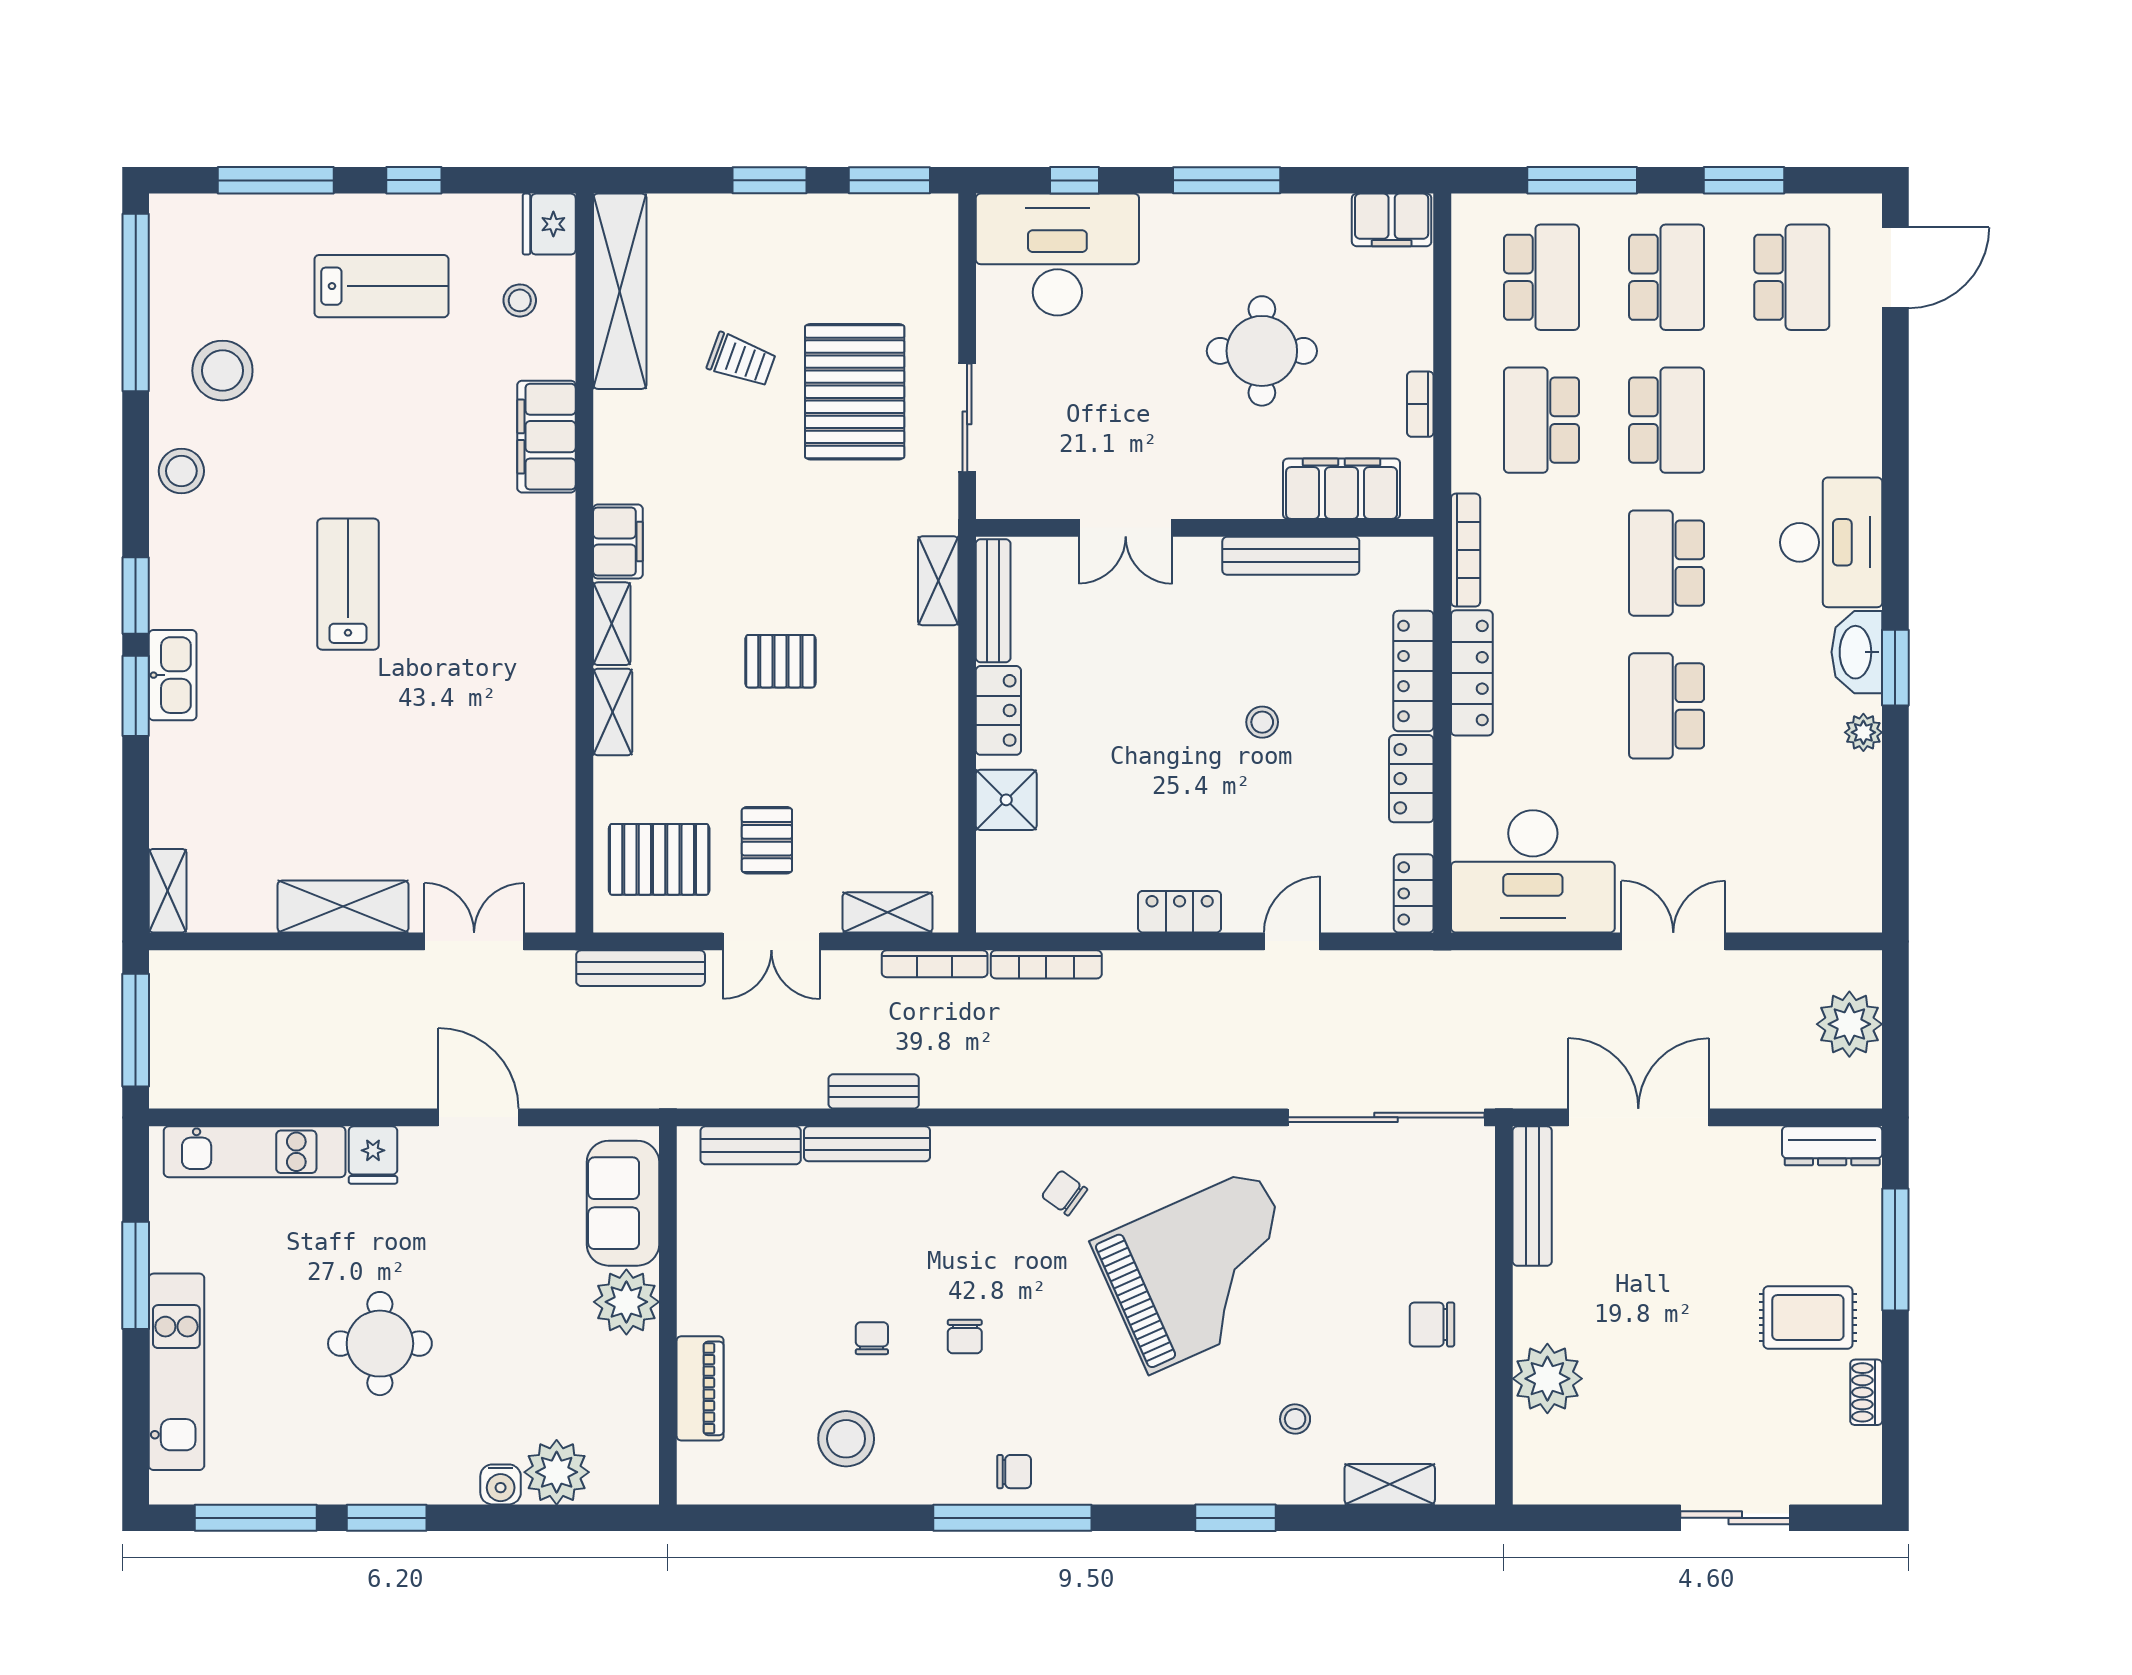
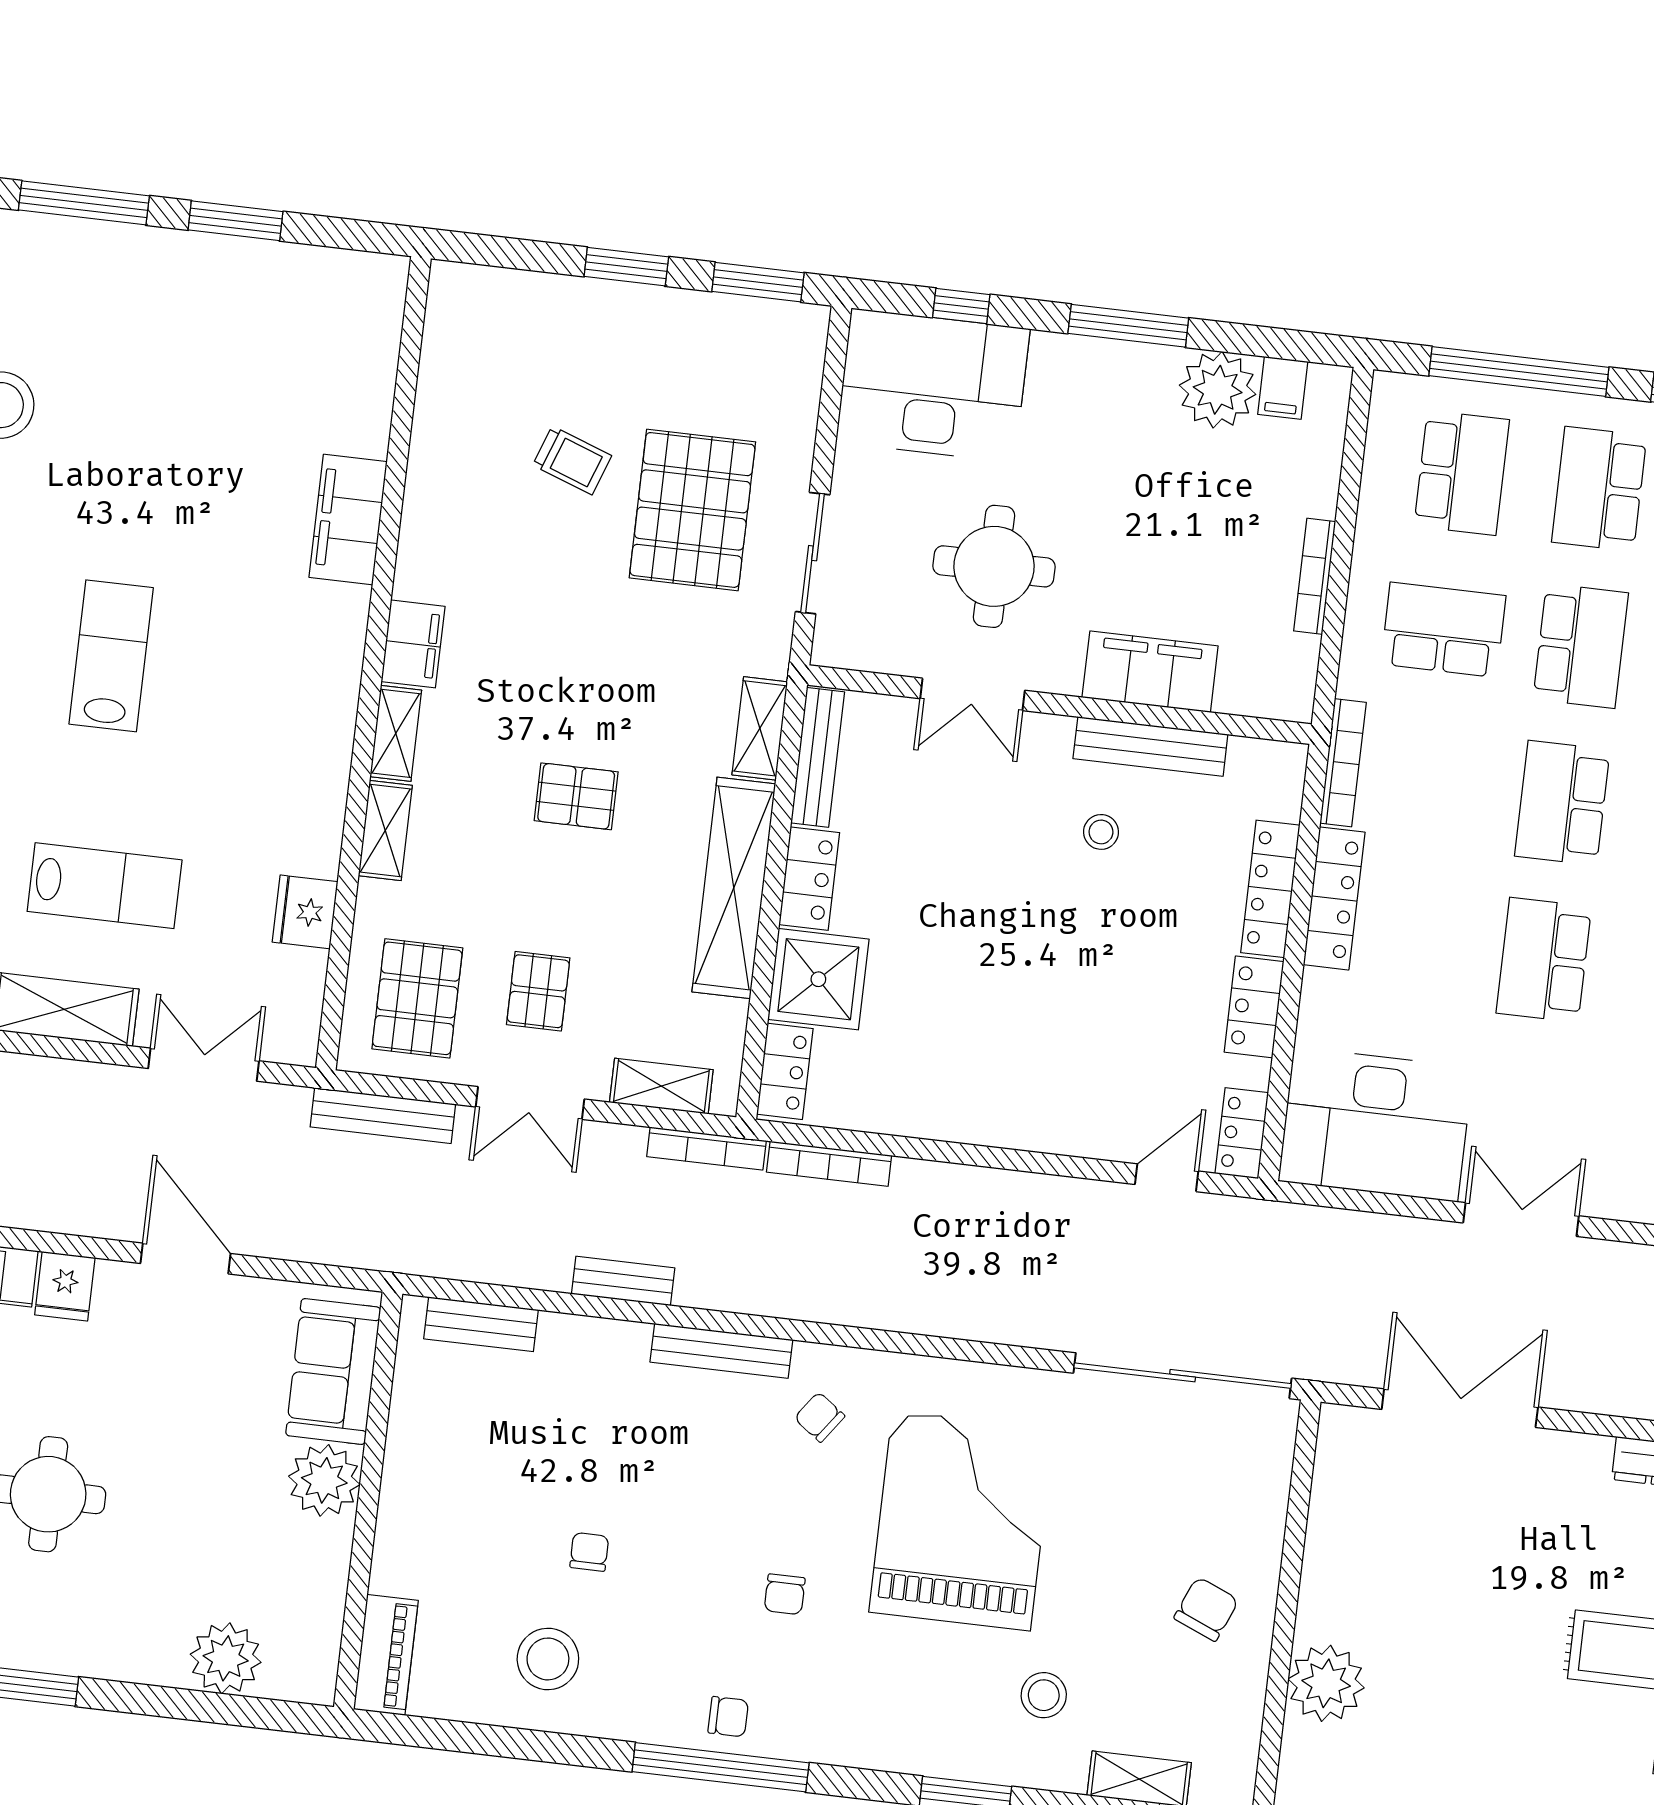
window: (414, 180) -> (235, 221), width x1.50
window: (1582, 180) -> (1519, 372), width x1.46
filing cabinet: (1392, 220) -> (1283, 388), width x0.50
fridge: (549, 224) -> (305, 912), moved
plant: (1314, 228) -> (1218, 390), added
school desk: (1667, 277) -> (1599, 489), turned 180
lab bench: (381, 286) -> (105, 886), moved
shelving: (620, 291) -> (734, 888), moved
stool: (520, 300) -> (336, 366), removed
round table: (1262, 351) -> (994, 566), moved
bookcase: (1420, 404) -> (1315, 576), width x1.56
school desk: (1541, 420) -> (1443, 630), turned 90
filing cabinet: (1342, 489) -> (1150, 672), moved
stool: (1262, 722) -> (1101, 832), moved
shower: (1006, 800) -> (818, 979), width x1.36, depth x1.36
pallet: (659, 859) -> (417, 998), turned 90
locker: (1180, 912) -> (785, 1071), moved, turned 90
door: (1292, 941) -> (1167, 1178), moved
bench: (867, 1144) -> (721, 1351), moved
bench: (1532, 1196) -> (1333, 1481), removed
grand piano: (1203, 1271) -> (961, 1521), turned -66
chair: (1432, 1324) -> (1206, 1609), turned 113
chair: (965, 1337) -> (785, 1594), moved
piano: (700, 1388) -> (386, 1655), moved
stool: (1295, 1419) -> (1044, 1695), width x1.37, depth x1.37
water cooler: (501, 1484) -> (162, 1665), removed

